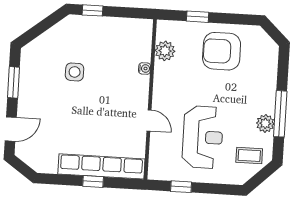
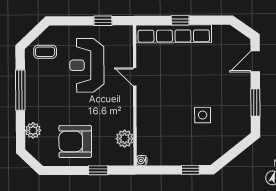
armchair: (222, 51) -> (75, 141), turned 180
water cooler: (145, 68) -> (142, 160), moved
plant: (265, 123) -> (33, 130), moved

